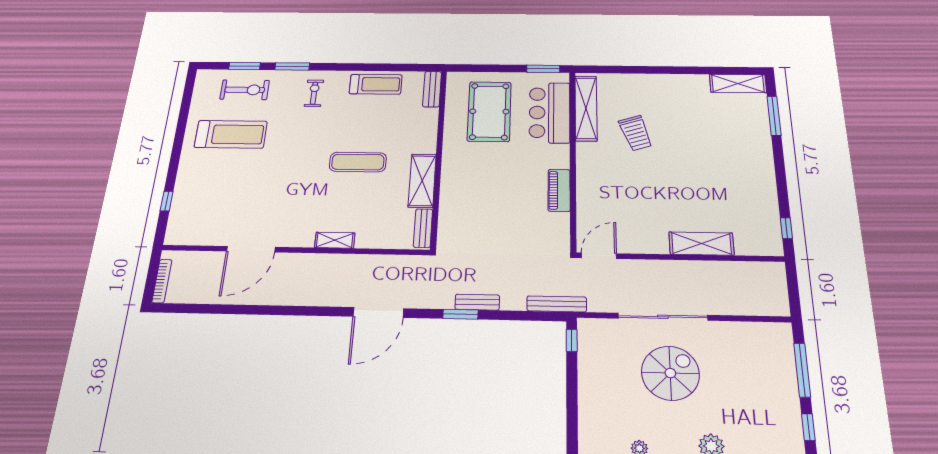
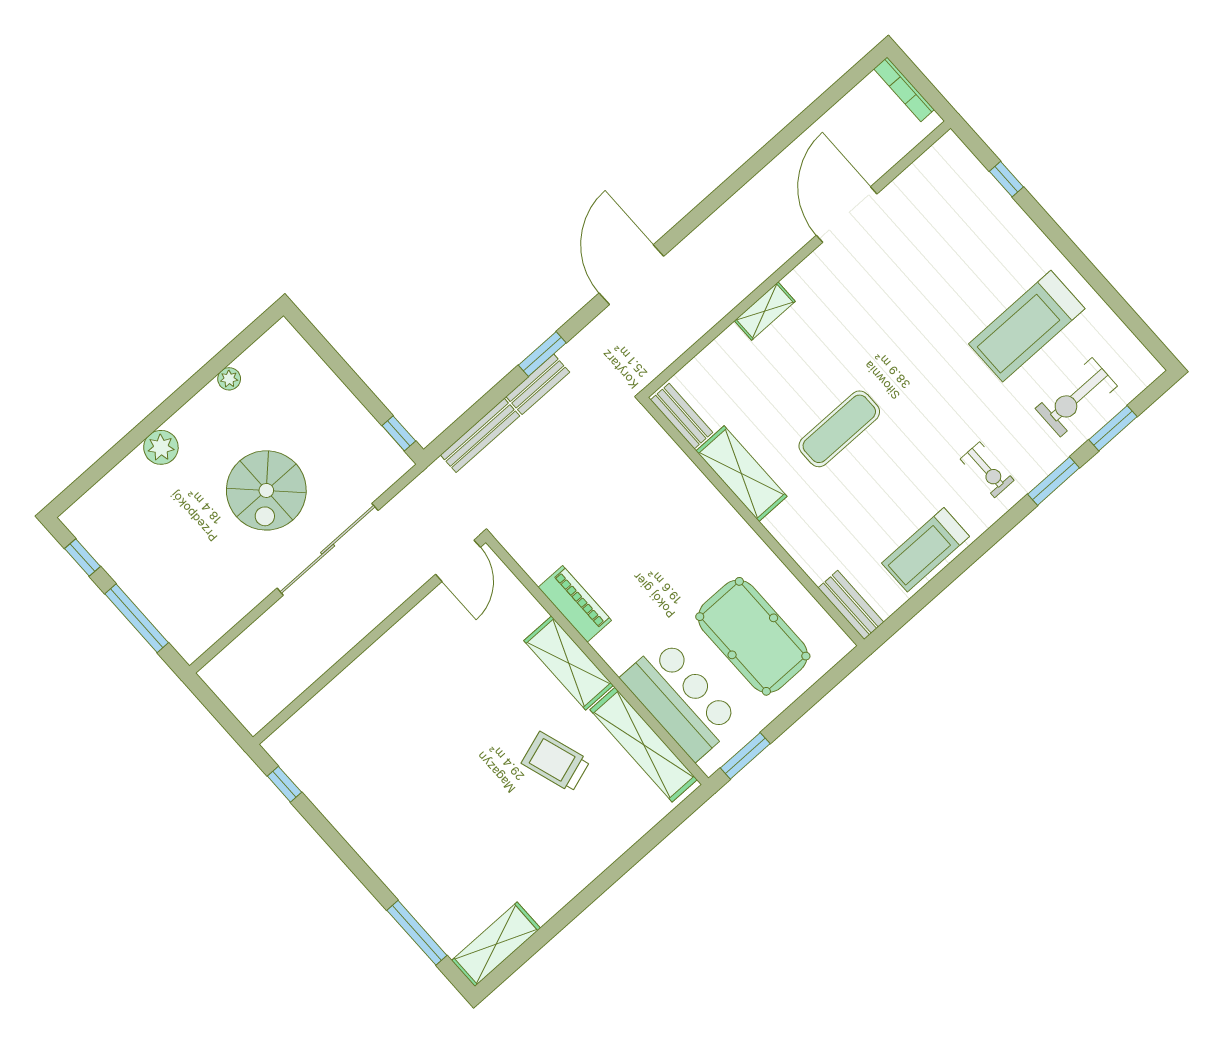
shelving: (701, 244) -> (569, 663), moved, turned 90
bench: (557, 304) -> (480, 435), moved

